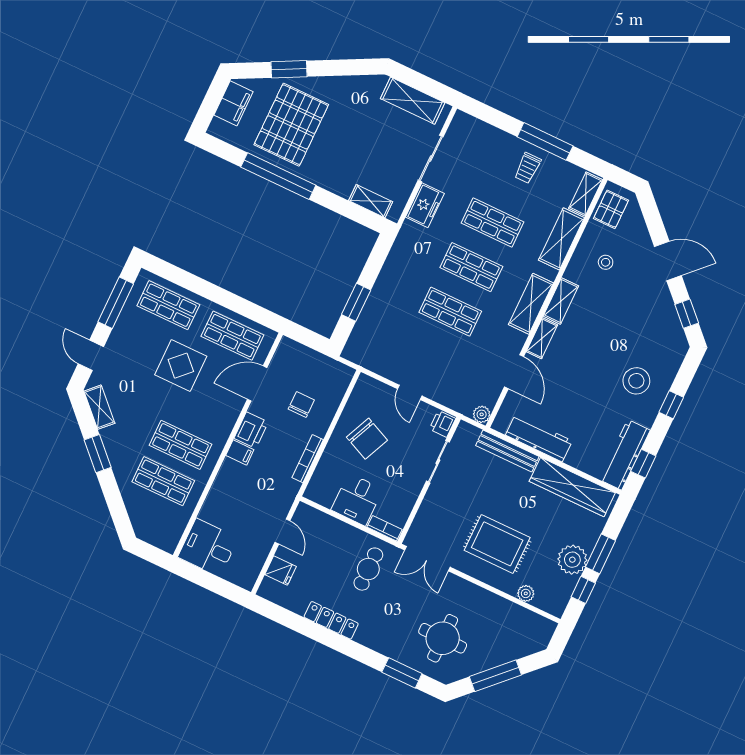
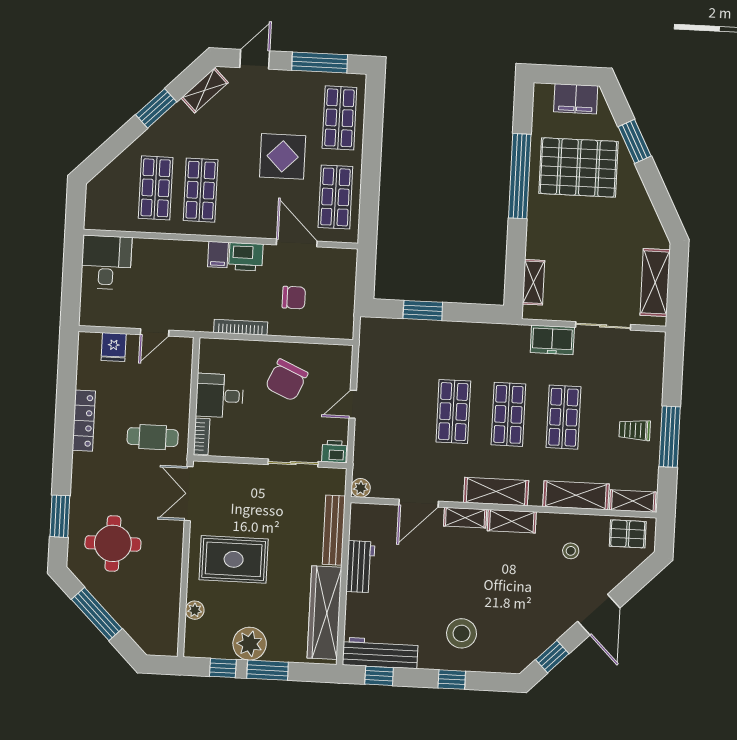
workbench: (539, 438) -> (360, 567), width x0.73
rug: (497, 544) -> (234, 559), turned 90

